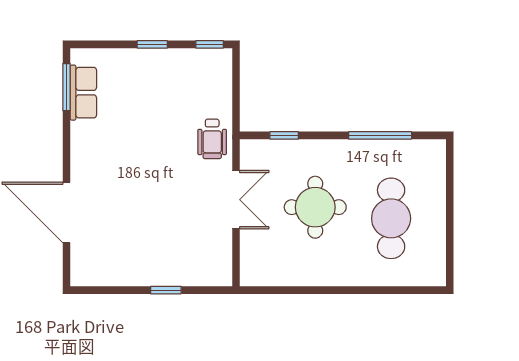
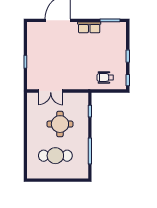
row of seats: (83, 93) -> (89, 27), moved
wheelchair: (212, 139) -> (105, 77), moved
double door: (236, 200) -> (51, 91), moved

